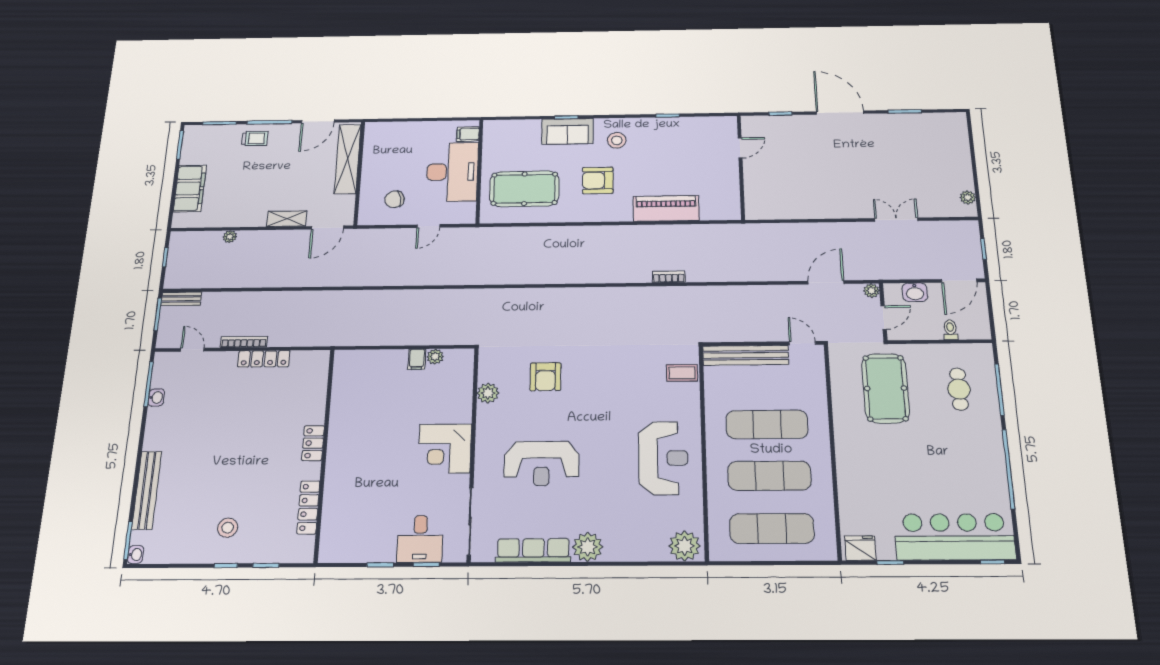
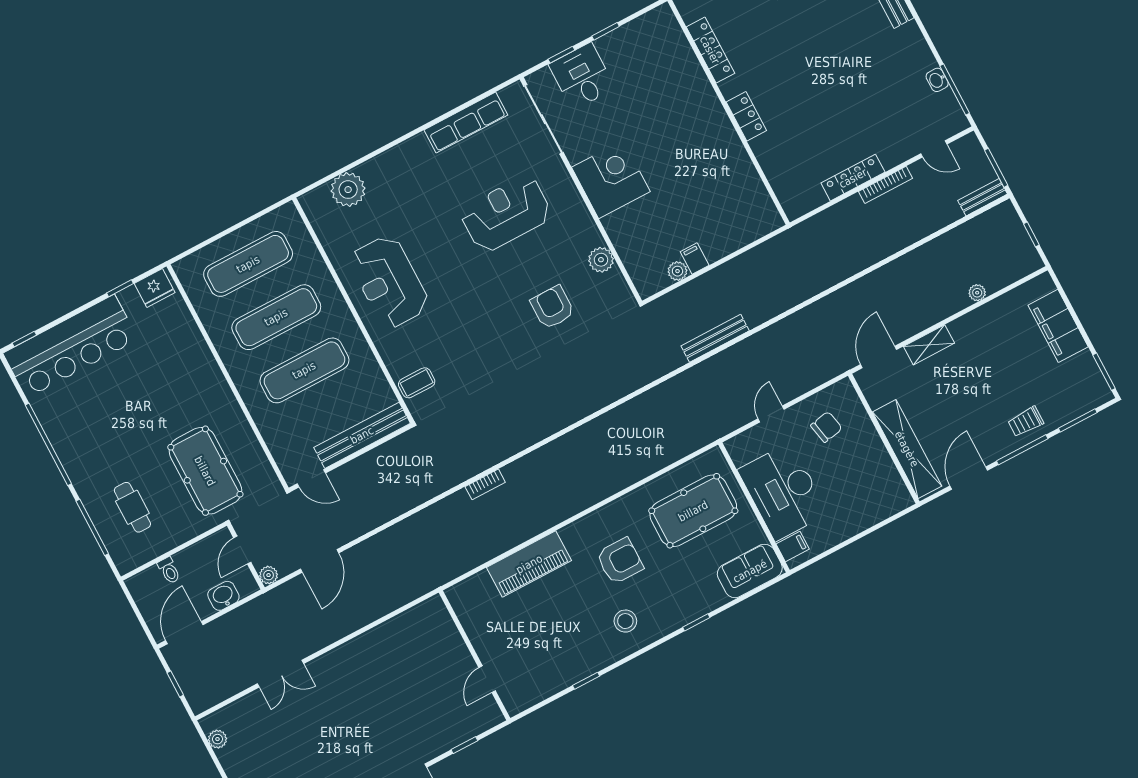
sofa: (567, 131) -> (750, 571), moved
bench: (437, 296) -> (715, 338), added
plant: (685, 546) -> (348, 190), moved
plant: (588, 547) -> (415, 153), removed

